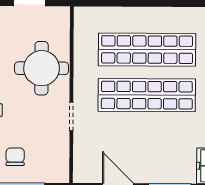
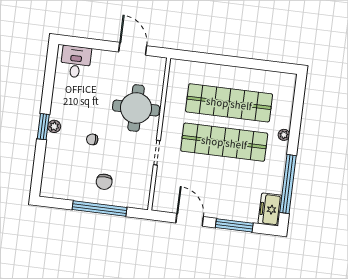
chair: (15, 157) -> (104, 182), turned 180

